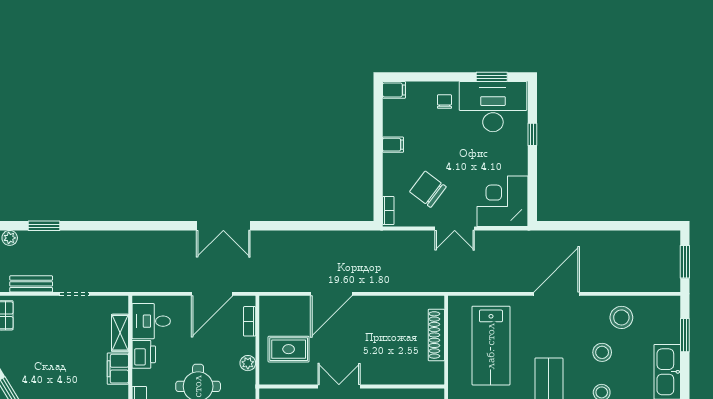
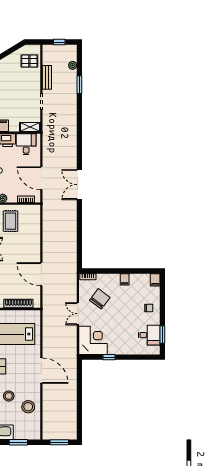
desk: (493, 107) -> (149, 335), width x0.53, depth x0.77
window: (532, 134) -> (109, 357), moved
door: (331, 294) -> (41, 274), moved
shelving: (120, 333) -> (30, 127), moved

